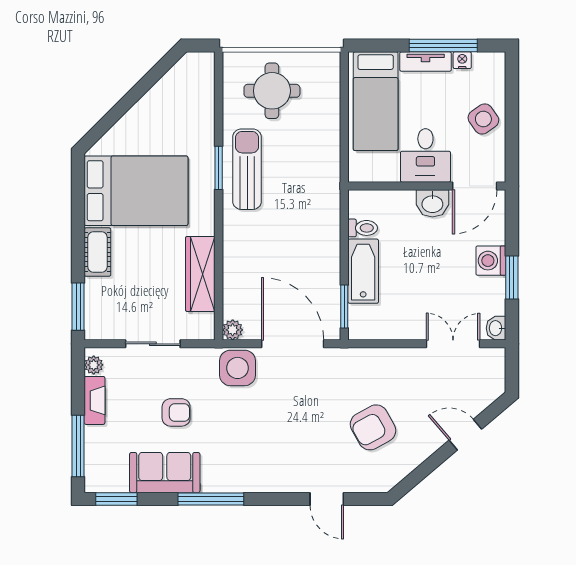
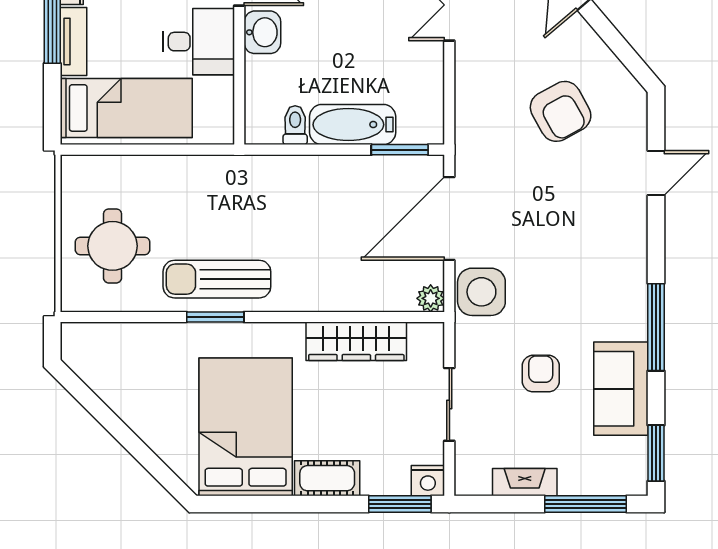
nightstand: (96, 328) -> (428, 481), added
plant: (94, 365) -> (478, 483), removed

